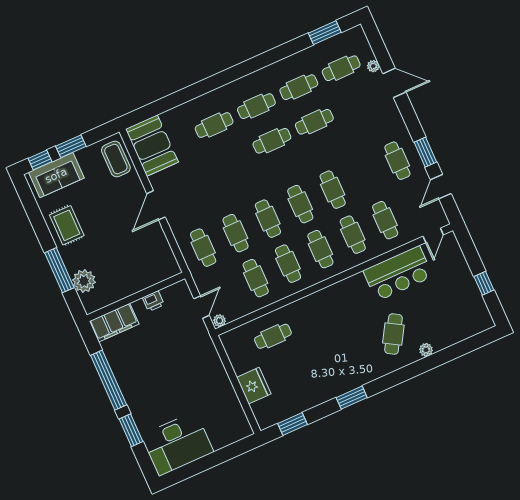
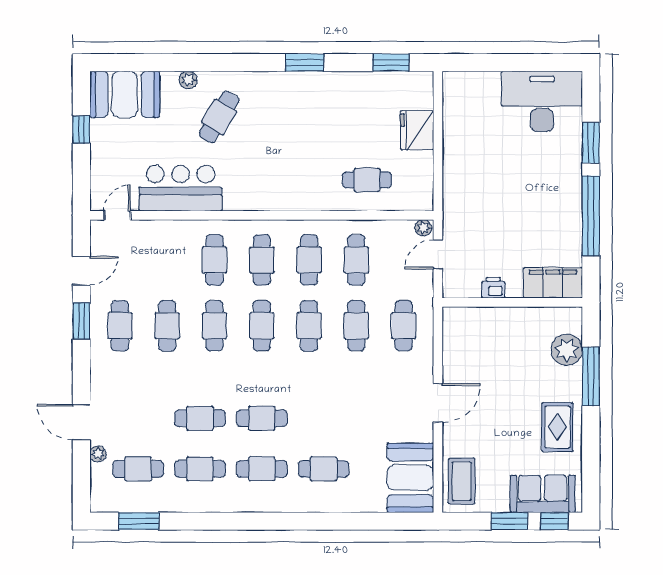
cafe table: (385, 220) -> (167, 326), moved
booth: (465, 321) -> (125, 94), added

